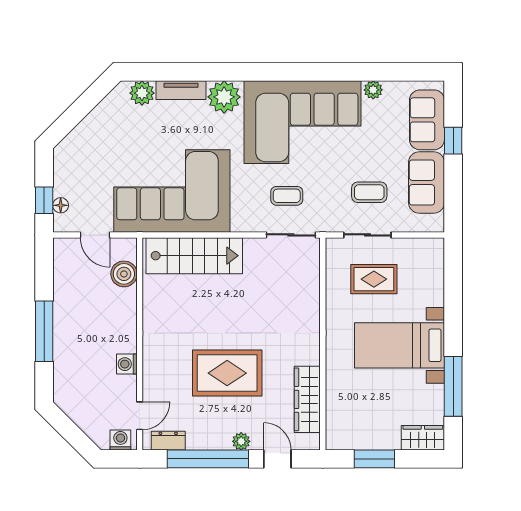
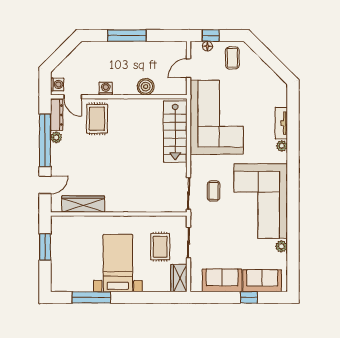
plant: (142, 93) -> (279, 98), removed
plant: (224, 97) -> (282, 146), width x0.53, depth x0.53
coffee table: (369, 192) -> (232, 58), moved
boiler: (124, 274) -> (146, 87), moved
rug: (227, 373) -> (97, 119), moved, width x0.73, depth x0.70
wardrobe: (423, 438) -> (179, 278), moved, turned 180
dresser: (168, 441) -> (57, 115), width x1.44
plant: (241, 441) -> (56, 137), moved

